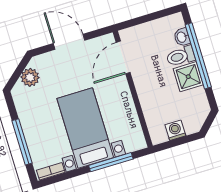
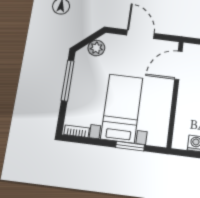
window: (22, 142) -> (68, 81), moved
window: (111, 162) -> (130, 146), width x0.69

